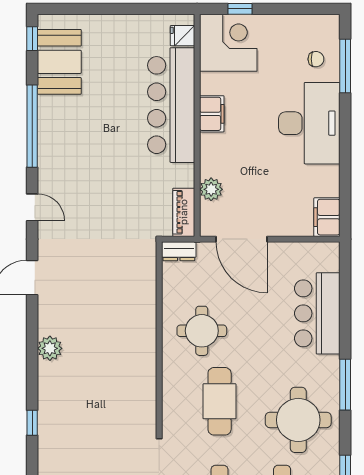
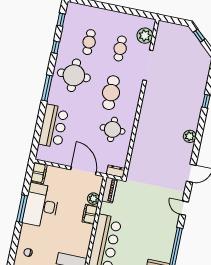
window: (345, 66) -> (22, 209), moved
filing cabinet: (212, 114) -> (90, 214), moved
desk: (309, 123) -> (41, 206), moved

